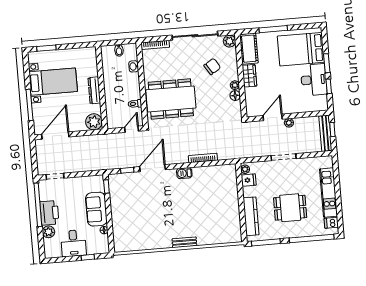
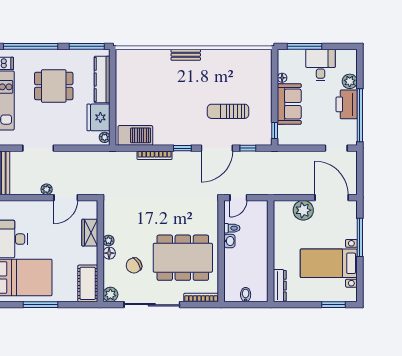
window: (273, 29) -> (41, 305), moved
washbasin: (134, 66) -> (229, 241), moved
wardrobe: (249, 76) -> (90, 233), moved
dresser: (94, 90) -> (280, 286), moved
floor lamp: (235, 96) -> (109, 253), moved
dining table: (171, 99) -> (183, 258), moved
plant: (94, 122) -> (303, 210), moved
door: (55, 136) -> (332, 198), swing flipped
doorway: (283, 157) -> (38, 148), moved
window: (181, 166) -> (182, 148), added
barbecue: (184, 173) -> (135, 135), moved, width x1.88, depth x1.53
fridge: (249, 180) -> (98, 117), width x1.88, depth x1.34
sun lounger: (146, 199) -> (228, 111), added
window: (88, 257) -> (305, 46), width x2.17

